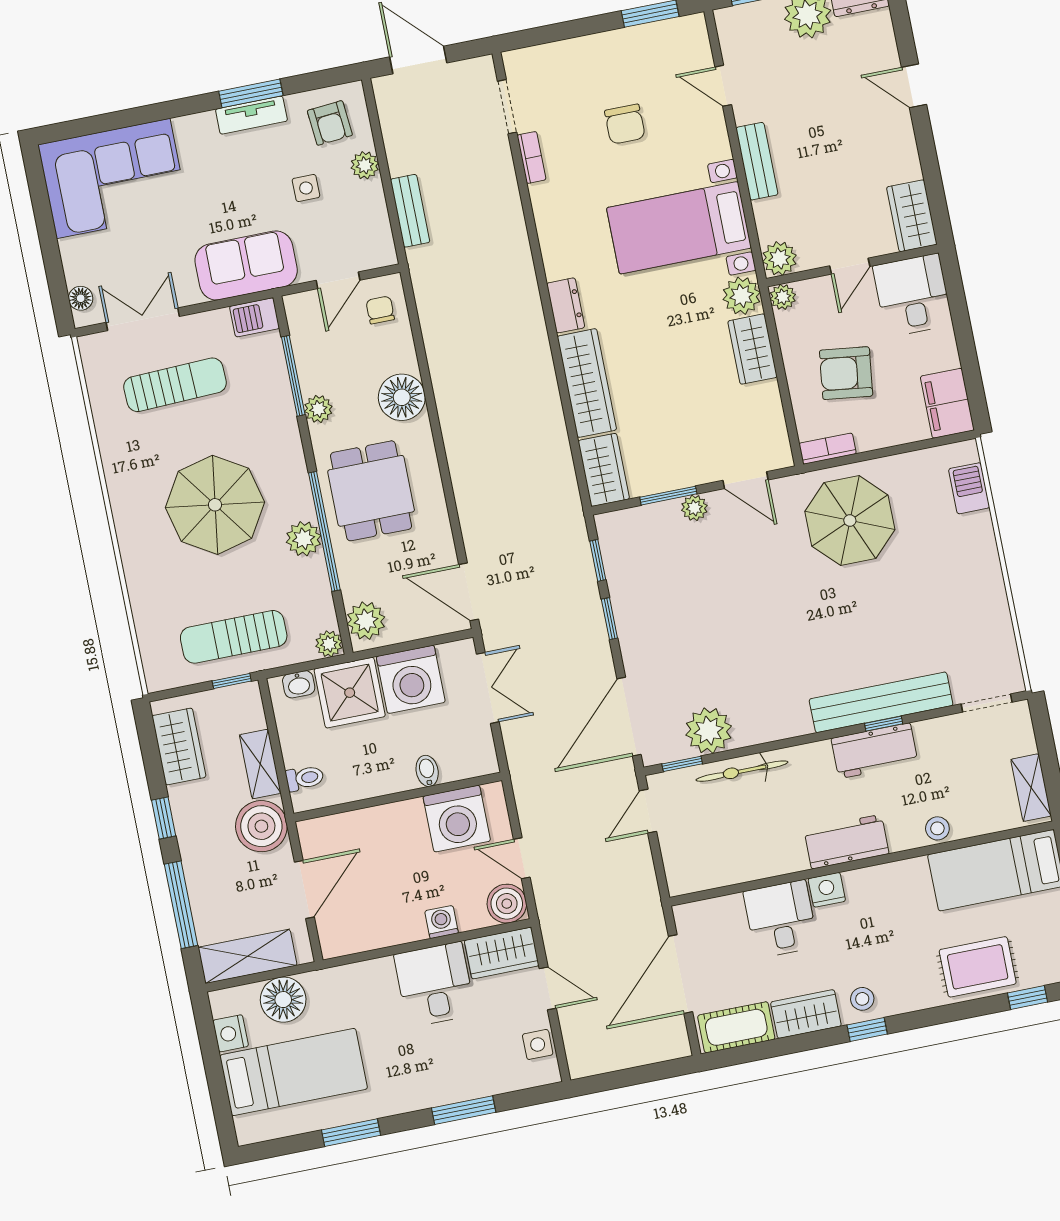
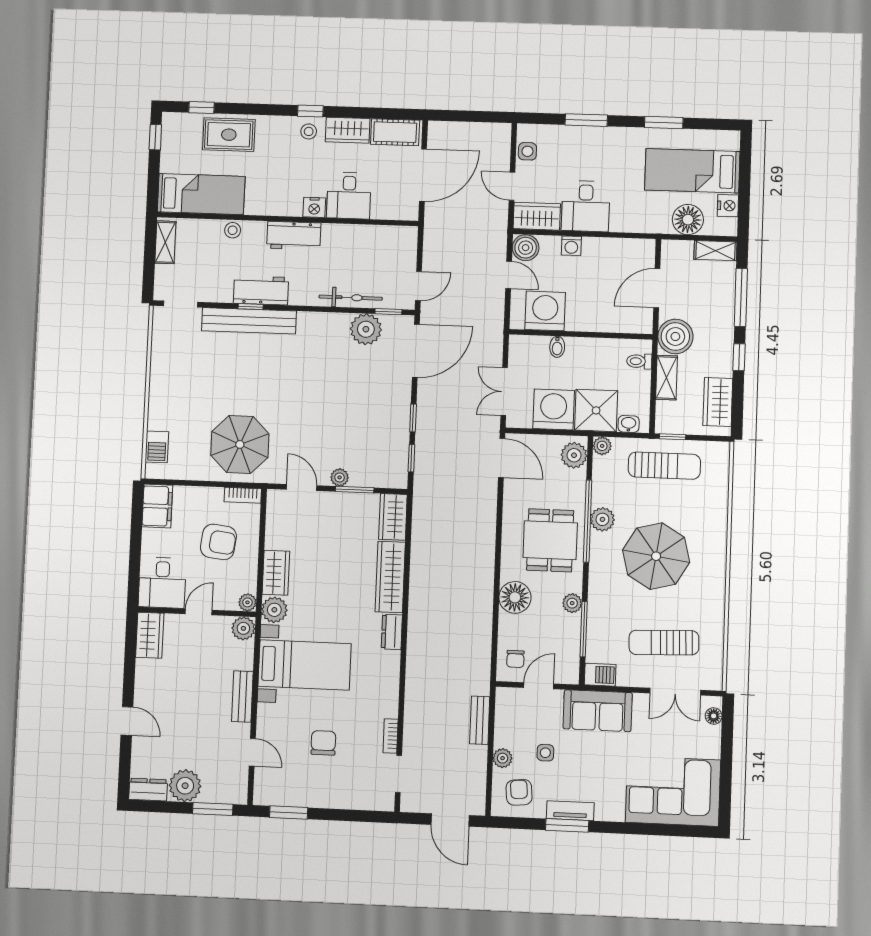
shelving: (248, 956) -> (715, 251), width x0.67, depth x0.75

